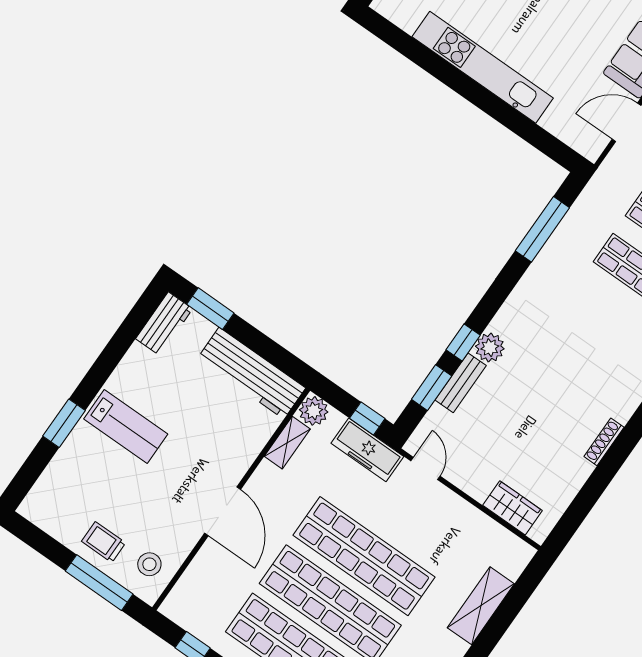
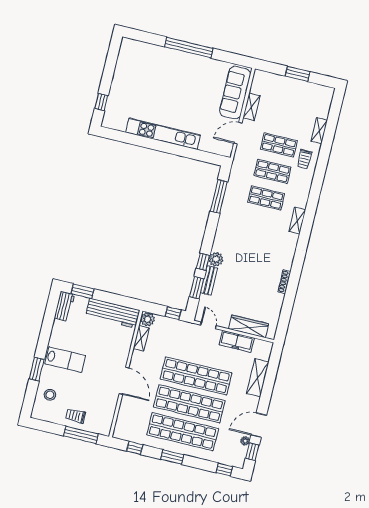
freezer: (367, 450) -> (237, 341), moved
wardrobe: (512, 508) -> (249, 326), width x1.50
stool: (149, 564) -> (50, 395), moved

